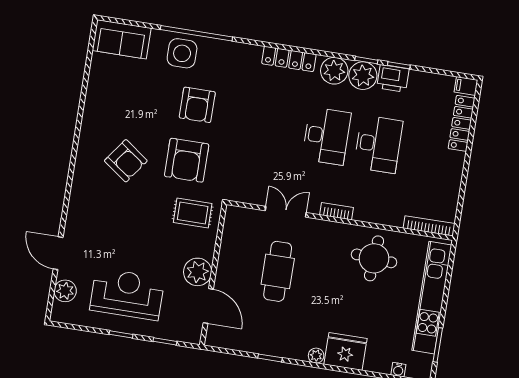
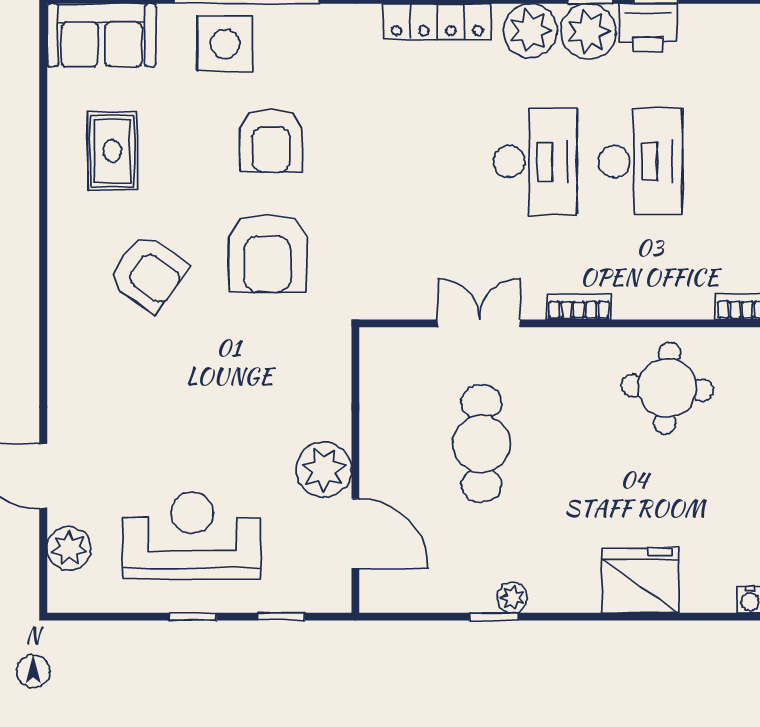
rug: (193, 213) -> (112, 151), moved, turned 90
plant: (316, 356) -> (512, 598), moved

